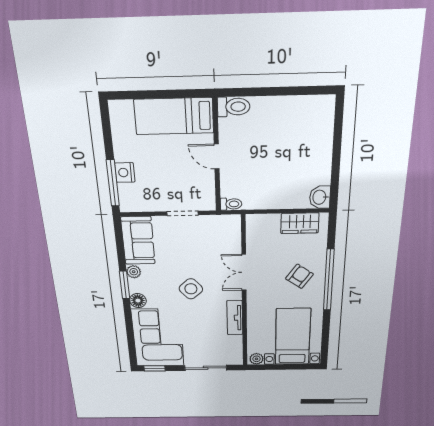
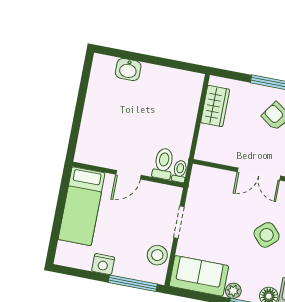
toilet: (234, 107) -> (163, 164), moved
nightstand: (125, 173) -> (103, 264), moved
washbasin: (320, 197) -> (128, 70), moved
stool: (146, 200) -> (157, 255), added

